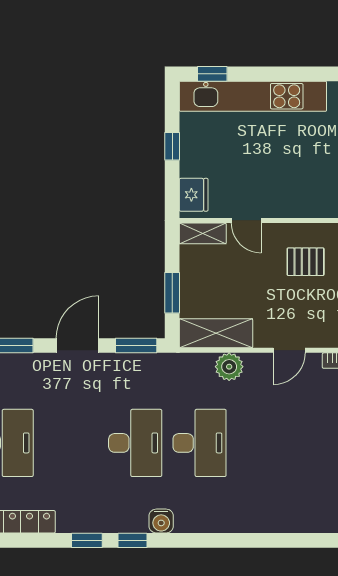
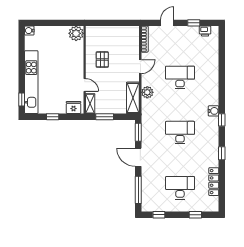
door: (246, 220) -> (85, 85), hinge flipped
window: (172, 293) -> (105, 117), moved
door: (289, 350) -> (140, 67), hinge flipped
desk: (199, 443) -> (180, 77), moved
water cooler: (161, 521) -> (213, 111), moved
window: (132, 540) -> (222, 120), moved

